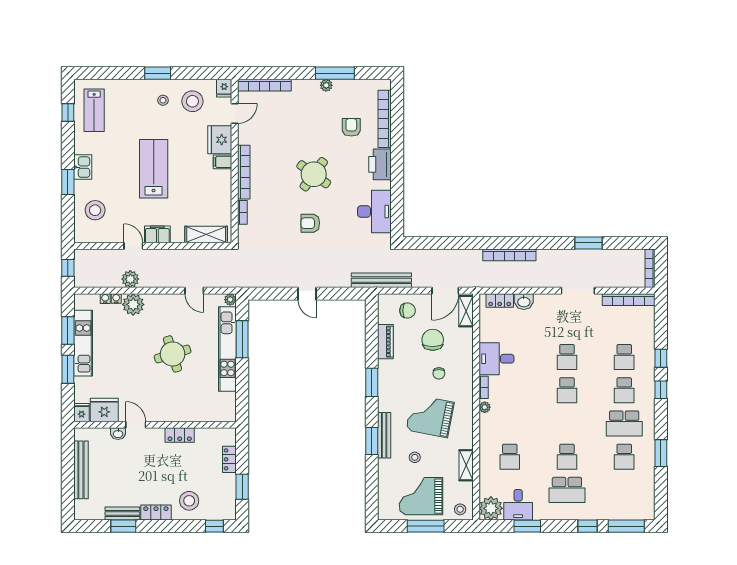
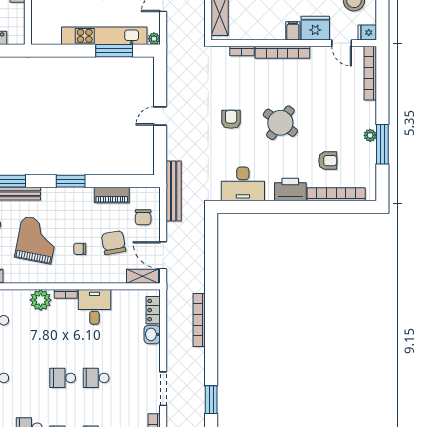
chair: (433, 340) -> (114, 243), turned -100
plant: (485, 407) -> (41, 300), width x1.88, depth x1.88

